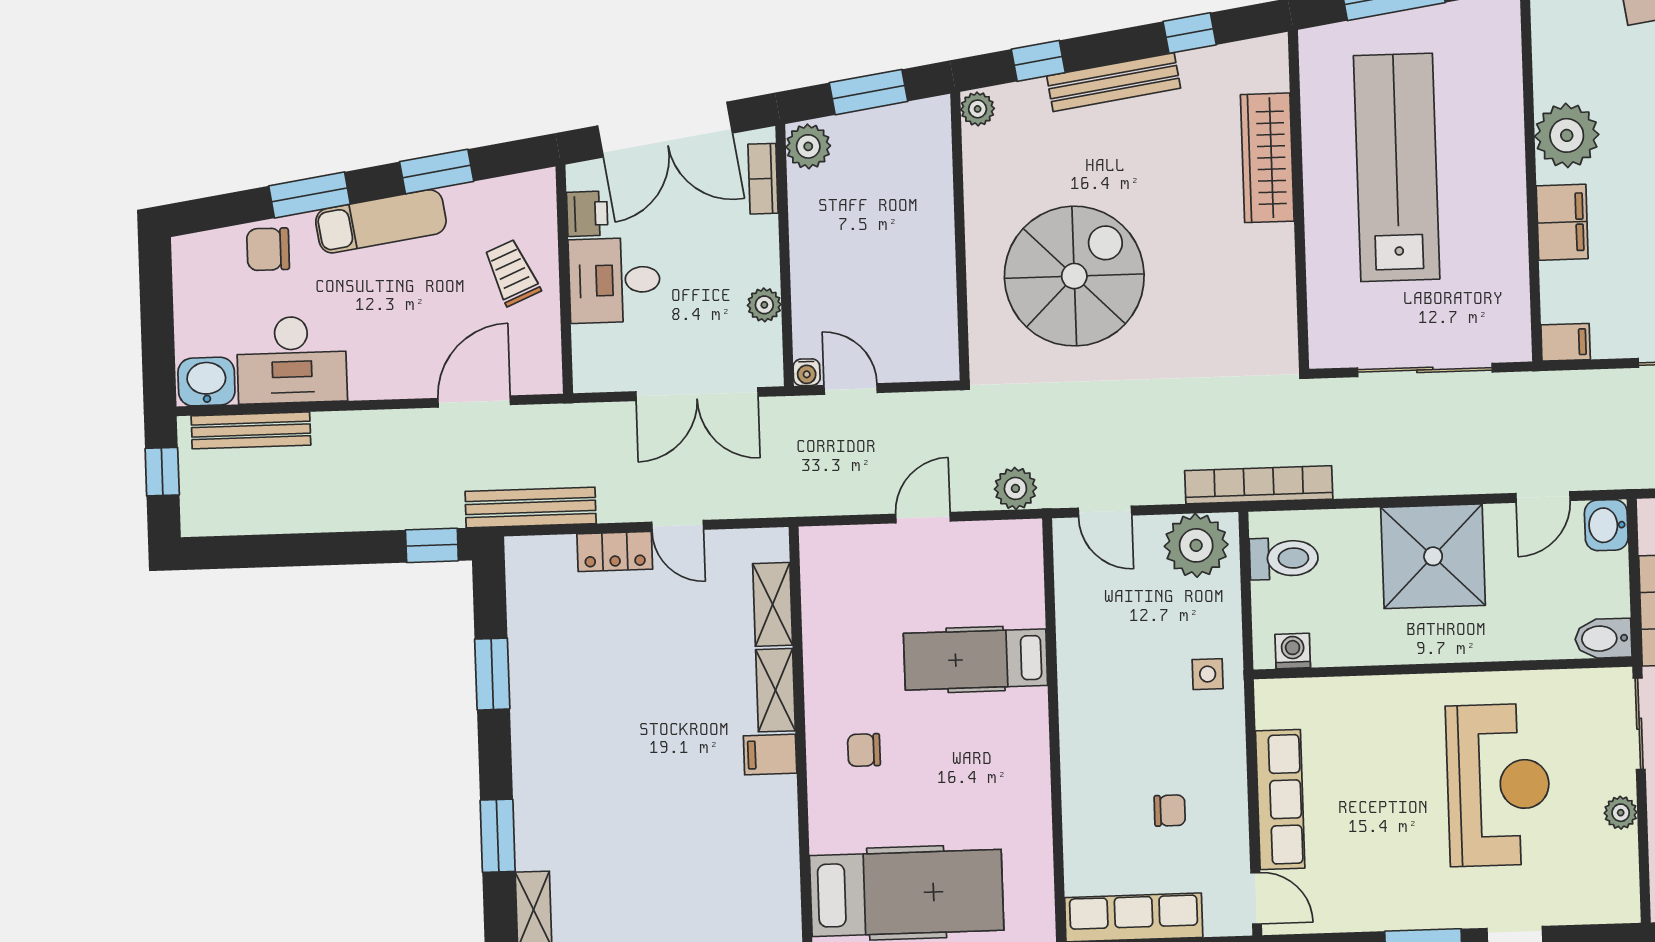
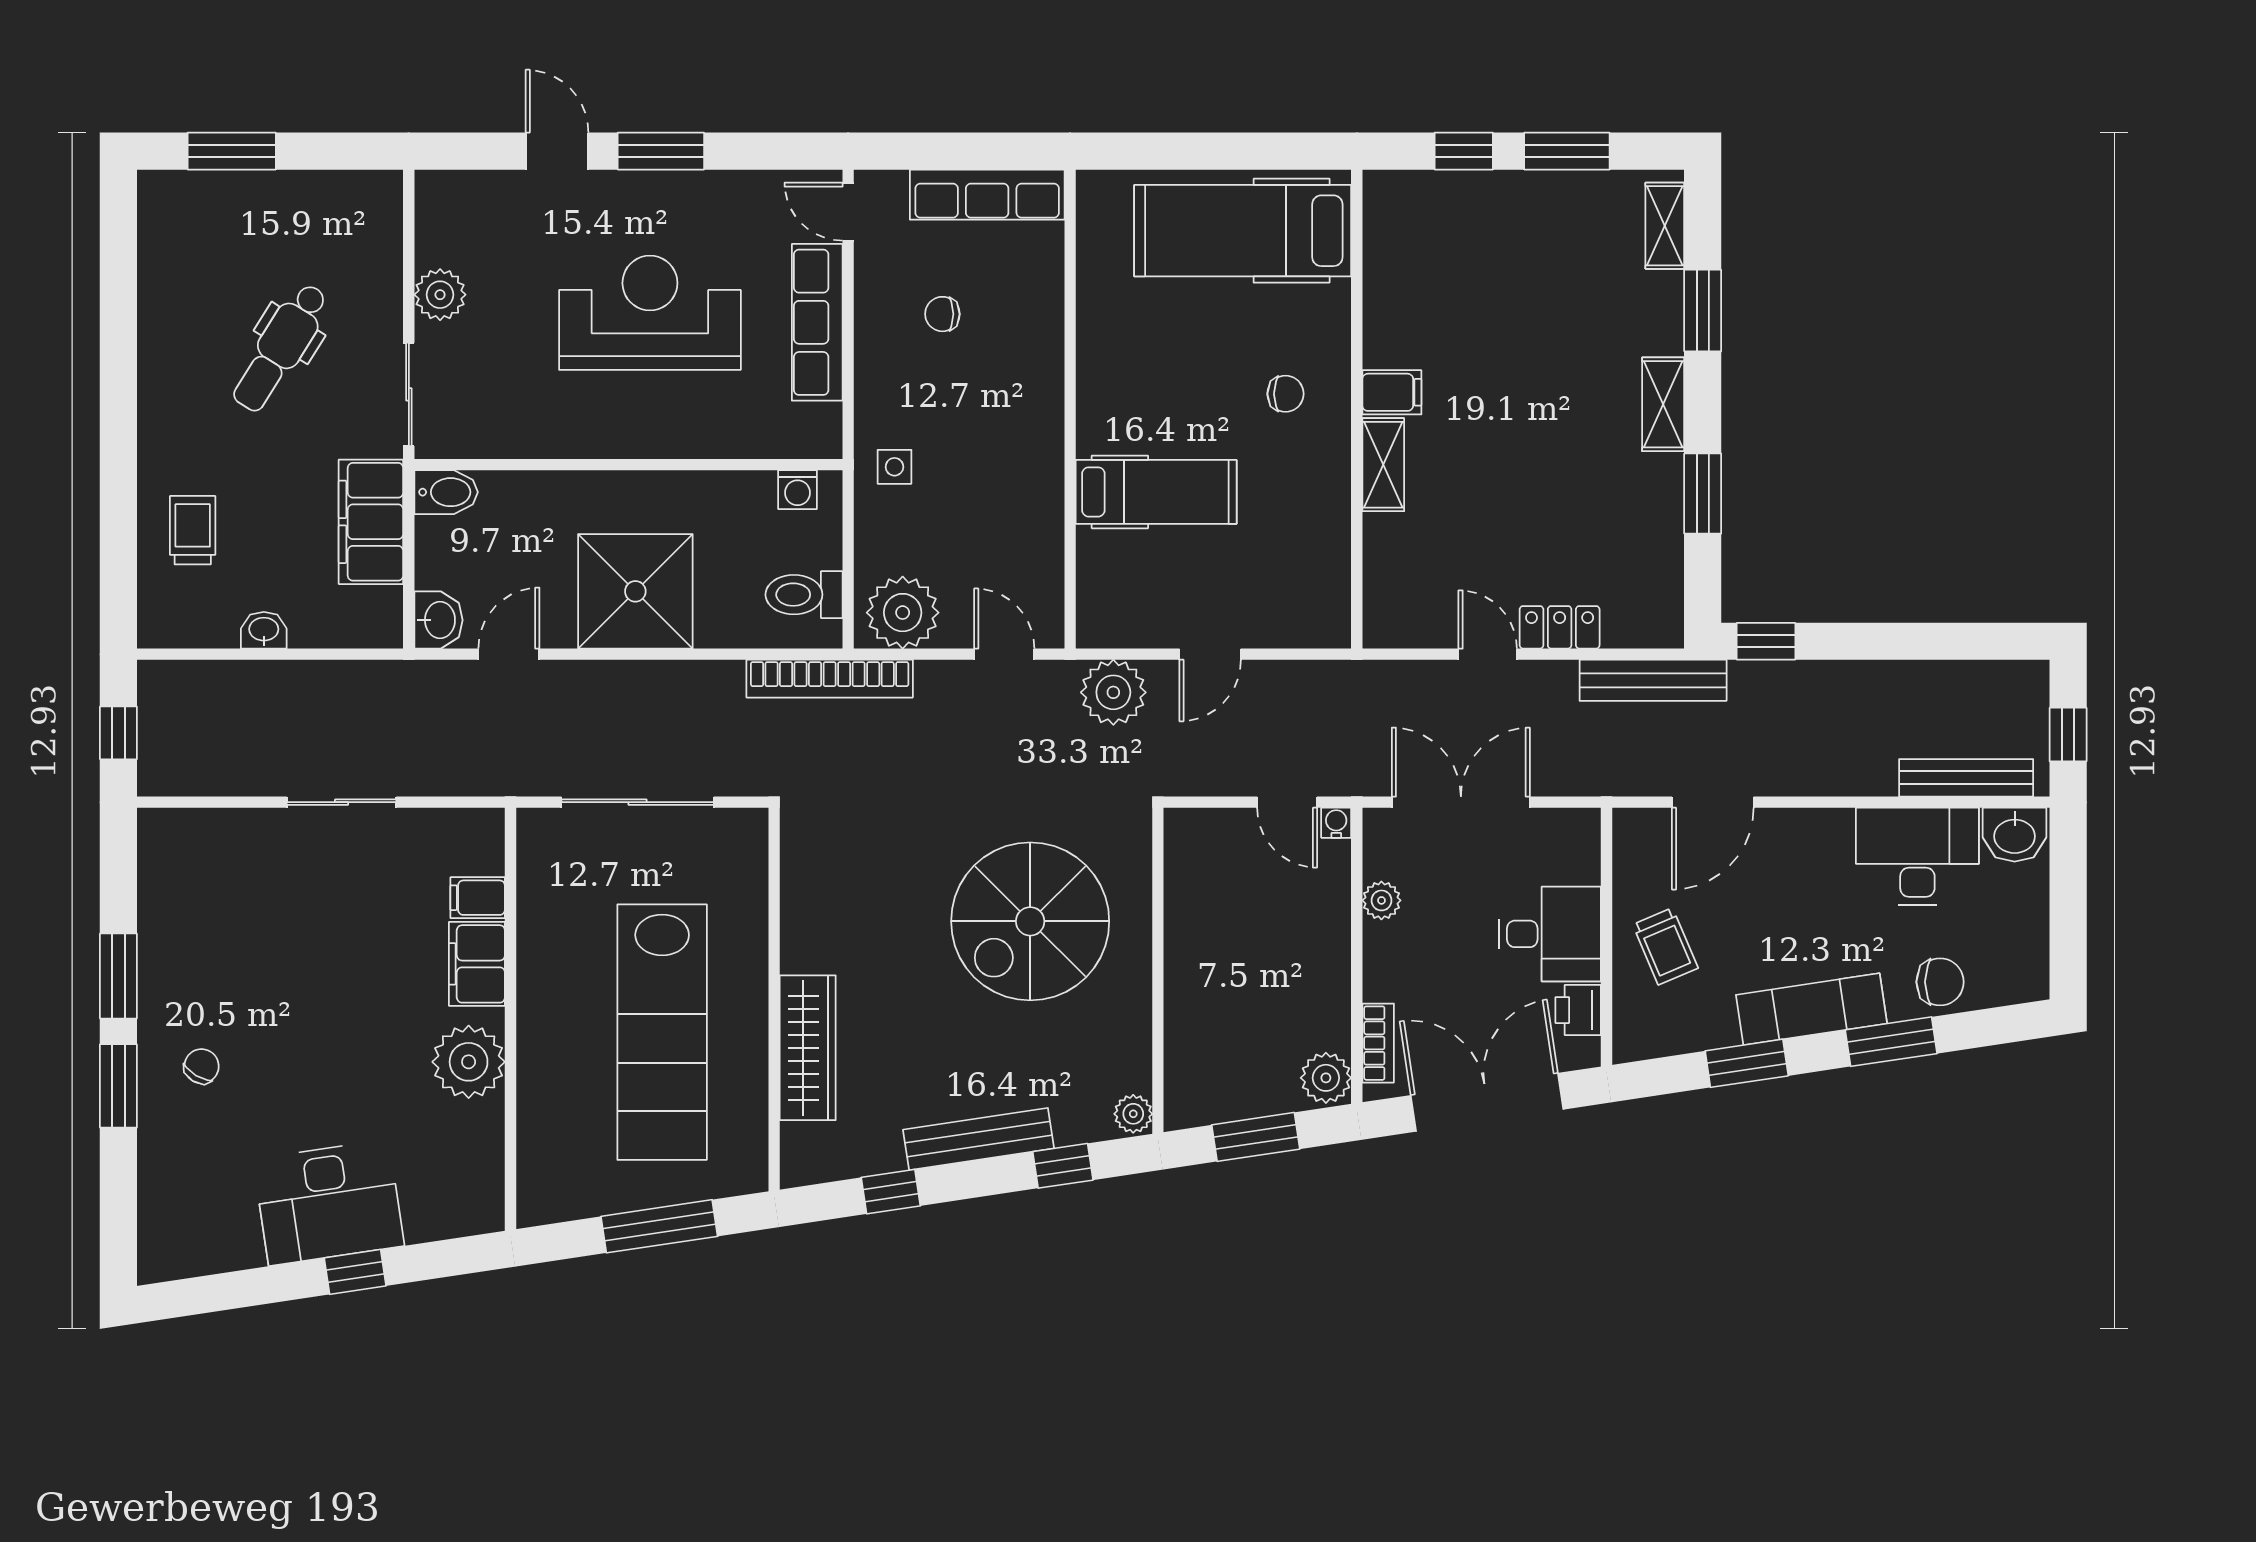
filing cabinet: (1566, 342) -> (478, 898), moved
plant: (1015, 488) -> (1113, 692), width x1.36, depth x1.36
shelving: (773, 604) -> (1663, 404), moved
reception desk: (1498, 785) -> (650, 313), moved, turned 90
plant: (1621, 813) -> (440, 295), width x1.38, depth x1.38

